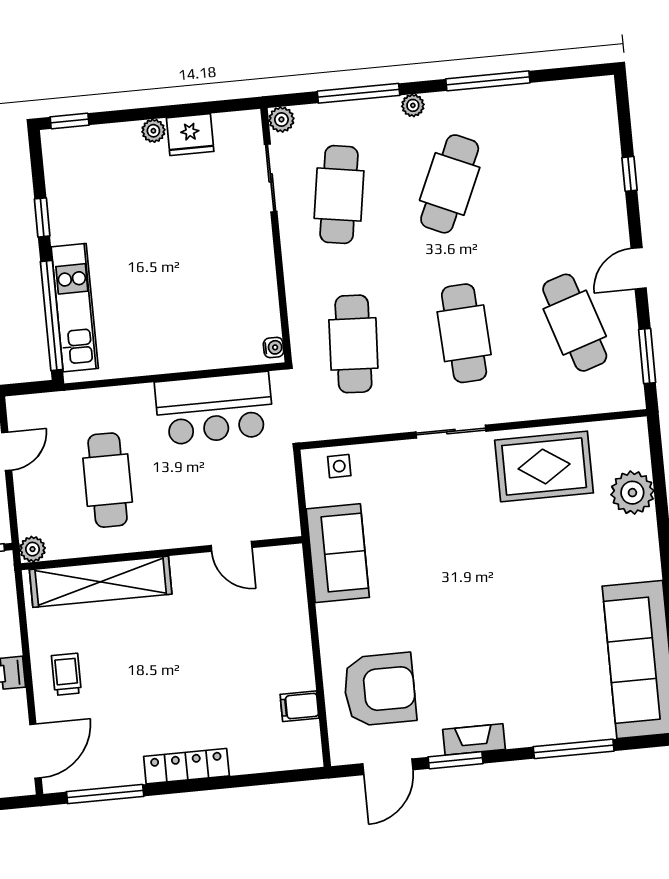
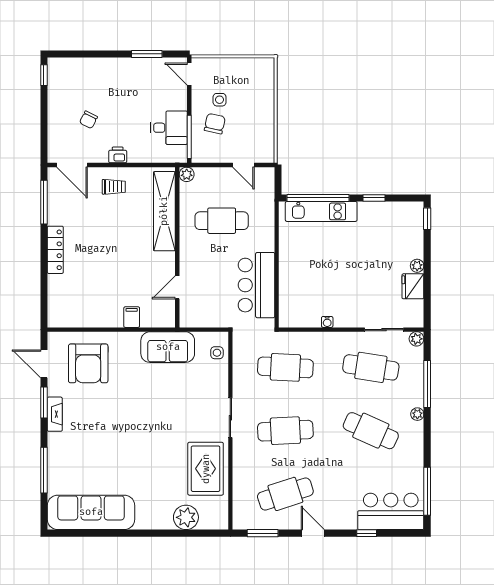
window: (488, 81) -> (427, 491), moved
bar counter: (587, 135) -> (391, 511), added
water cooler: (274, 348) -> (327, 322), moved
filing cabinet: (300, 706) -> (132, 317), moved

